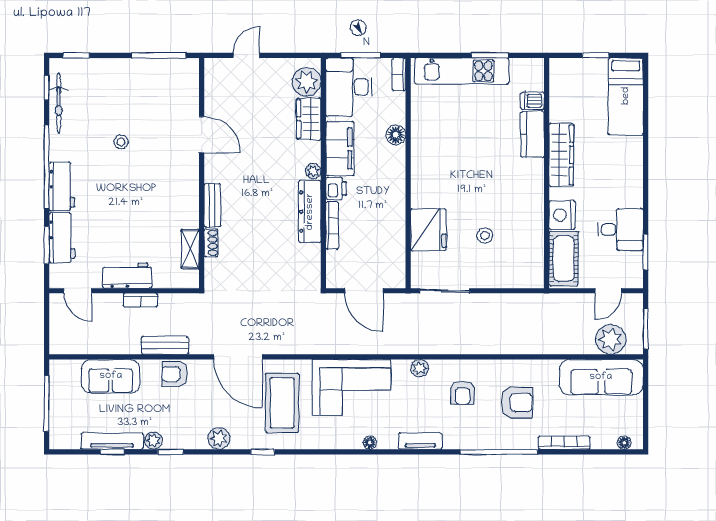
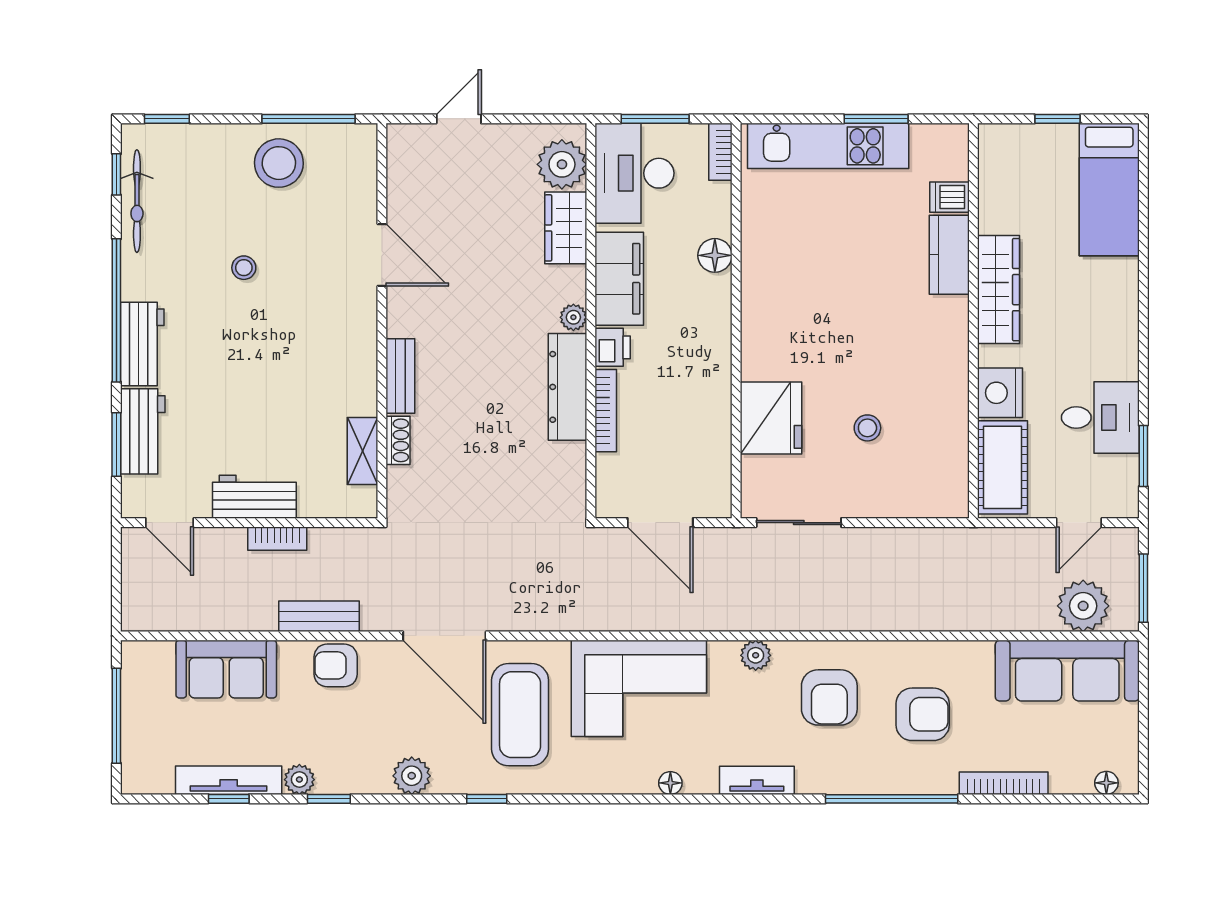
stool: (141, 81) -> (279, 163), added
armchair: (463, 393) -> (829, 697), width x1.38, depth x1.38

